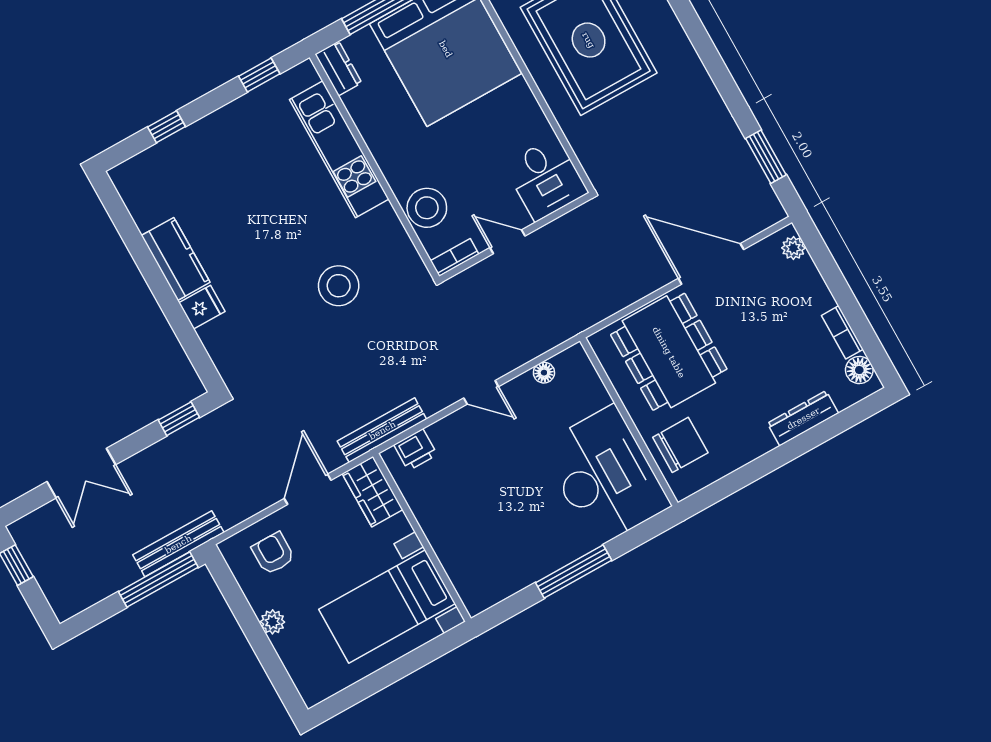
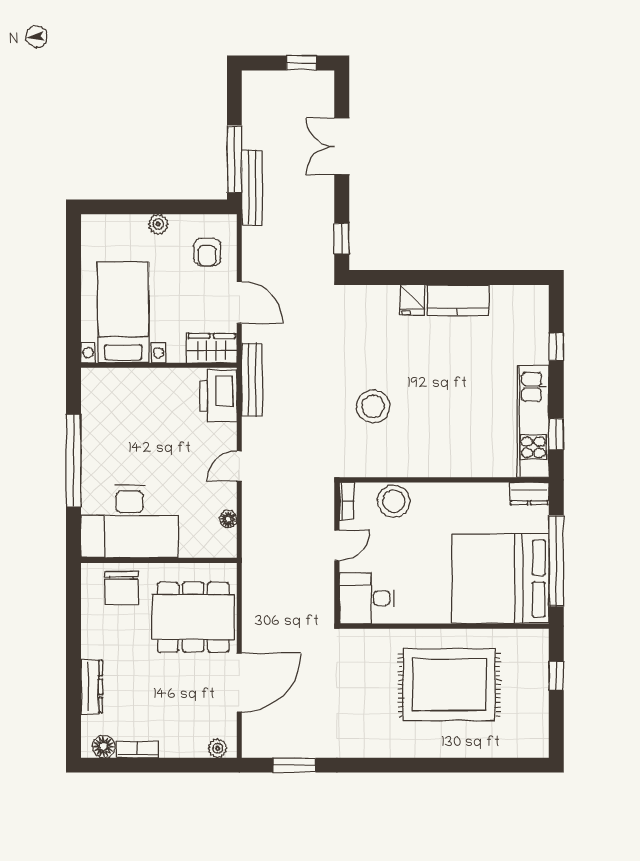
kitchen unit: (339, 149) -> (533, 422), moved, turned -90
printer: (416, 450) -> (218, 396), width x1.87, depth x1.48
armchair: (273, 553) -> (207, 252), turned 90
window: (574, 572) -> (74, 461), width x1.46

